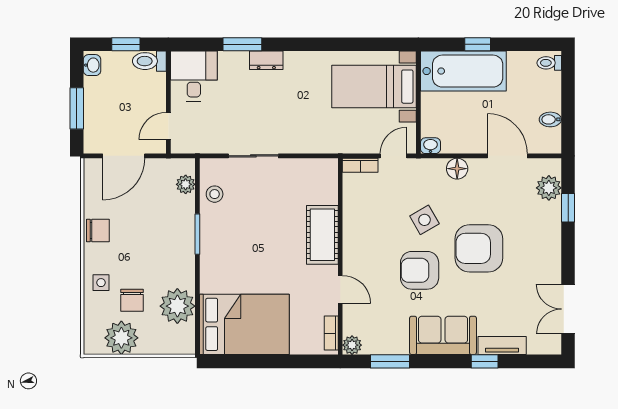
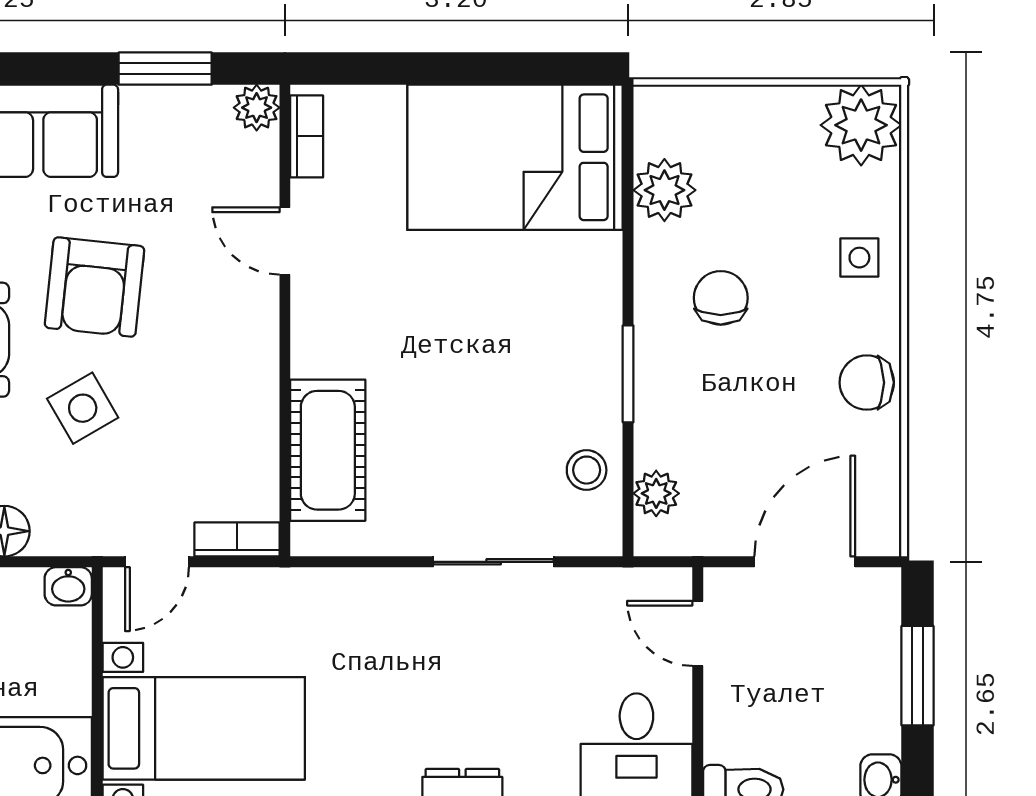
door: (168, 126) -> (698, 633), swing flipped
cot: (322, 235) -> (328, 450), moved
armchair: (420, 270) -> (95, 287), turned 96
chair: (132, 300) -> (721, 298), moved
plant: (177, 306) -> (664, 190), width x0.73, depth x0.73
plant: (121, 338) -> (861, 125), moved

